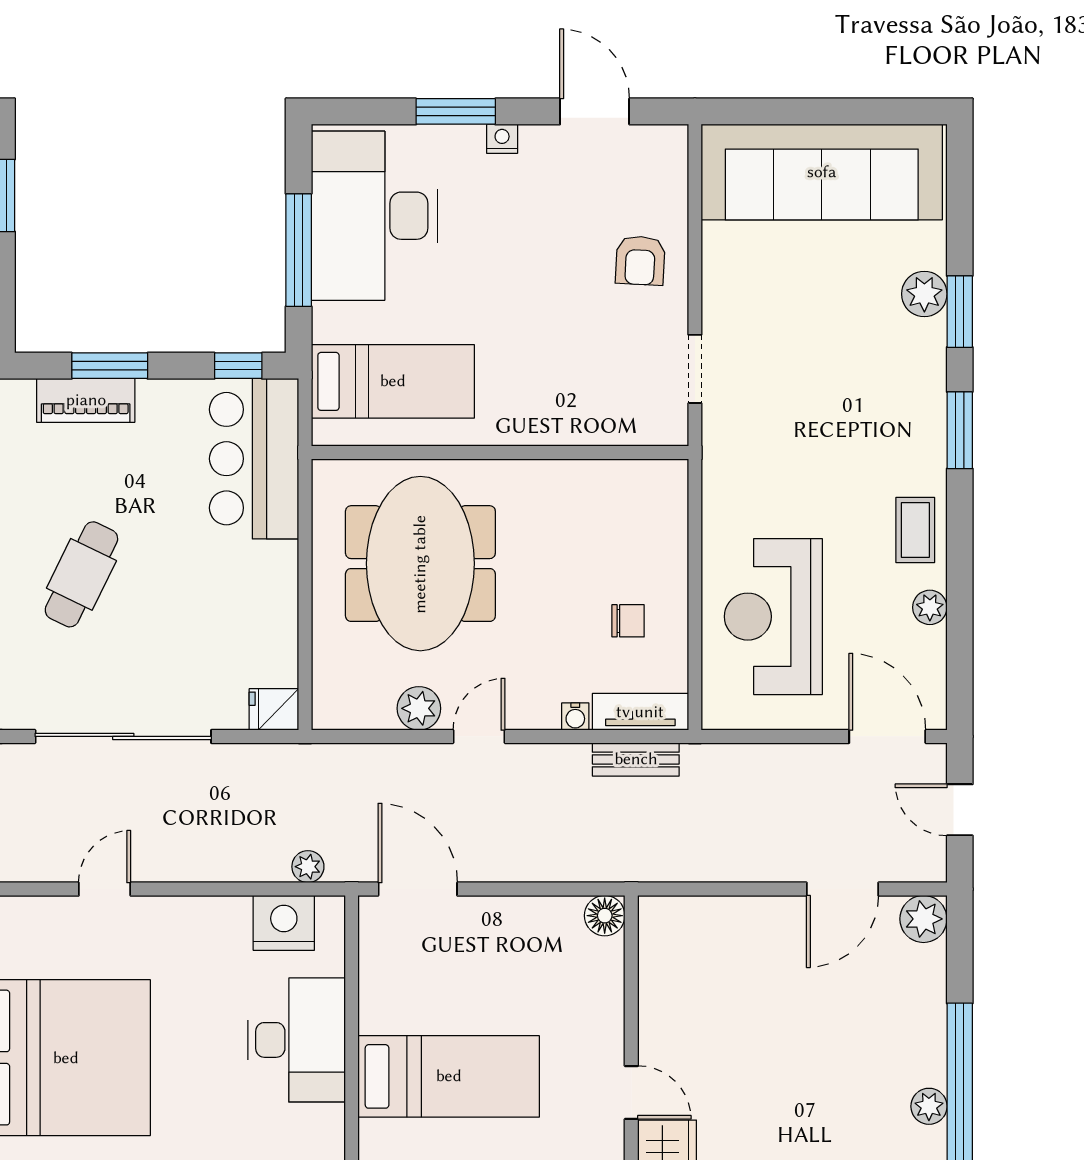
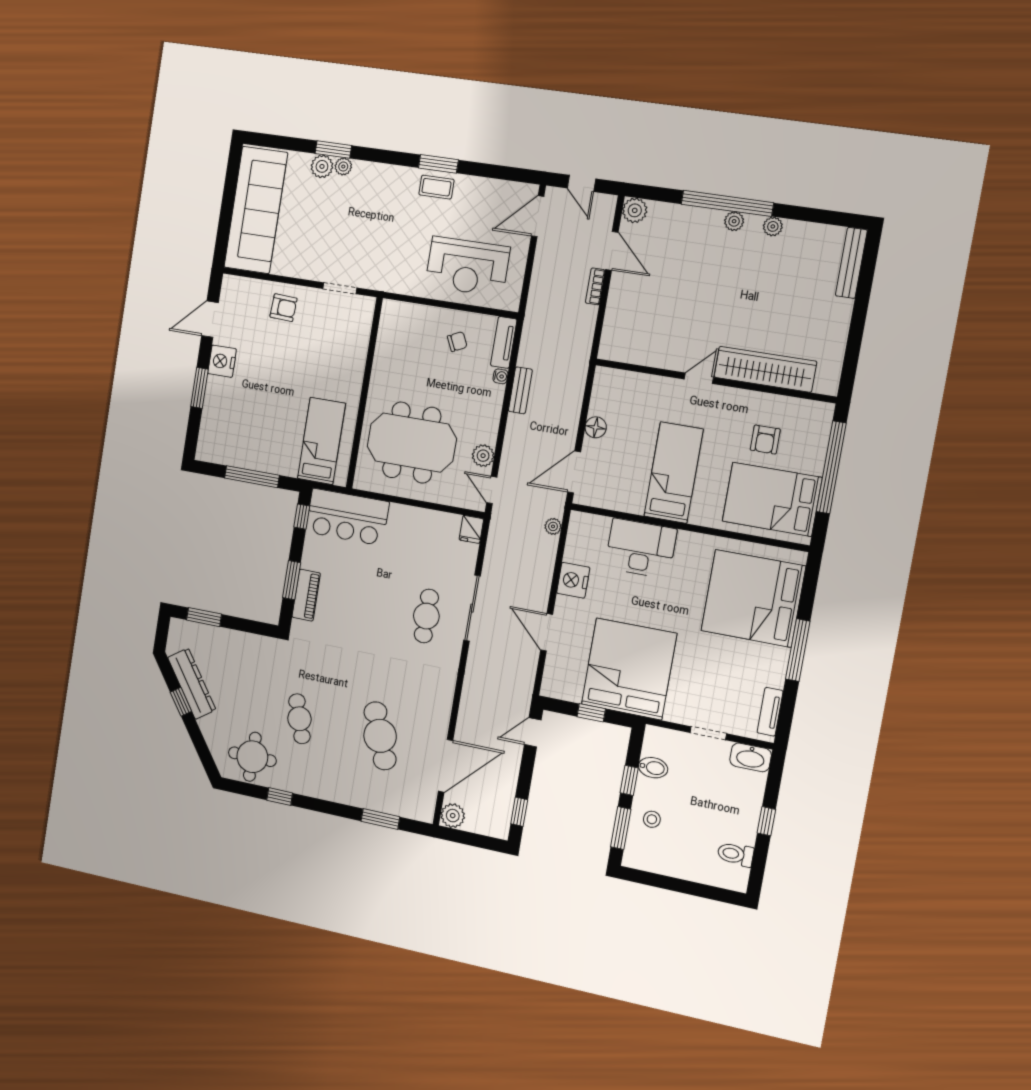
nightstand: (502, 139) -> (222, 361), width x1.89, depth x1.79
desk: (375, 216) -> (242, 436), removed
window: (960, 430) -> (438, 164), moved
cafe table: (81, 574) -> (426, 616), moved, turned 64
plant: (930, 607) -> (343, 167), moved
chair: (628, 621) -> (457, 342), turned 64
sliding door: (123, 736) -> (472, 608), width x0.73
door: (479, 736) -> (492, 490), moved
bench: (636, 759) -> (520, 390), moved
door: (960, 810) -> (581, 183), hinge flipped
bookcase: (772, 869) -> (595, 286), added
door: (105, 889) -> (547, 632), width x1.38
floor lamp: (605, 916) -> (596, 427), moved
nightstand: (284, 923) -> (573, 580), moved

